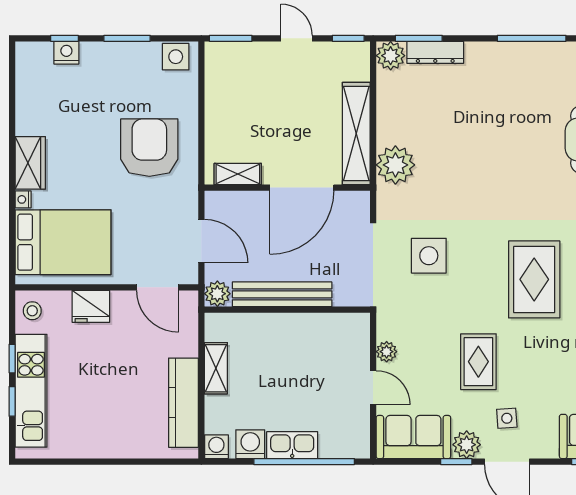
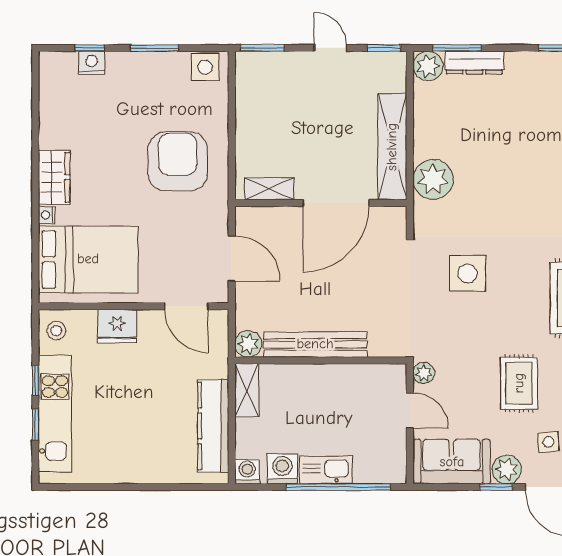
plant: (217, 294) -> (248, 344), moved
bench: (282, 294) -> (315, 344), moved
wall: (287, 310) -> (321, 360), moved

